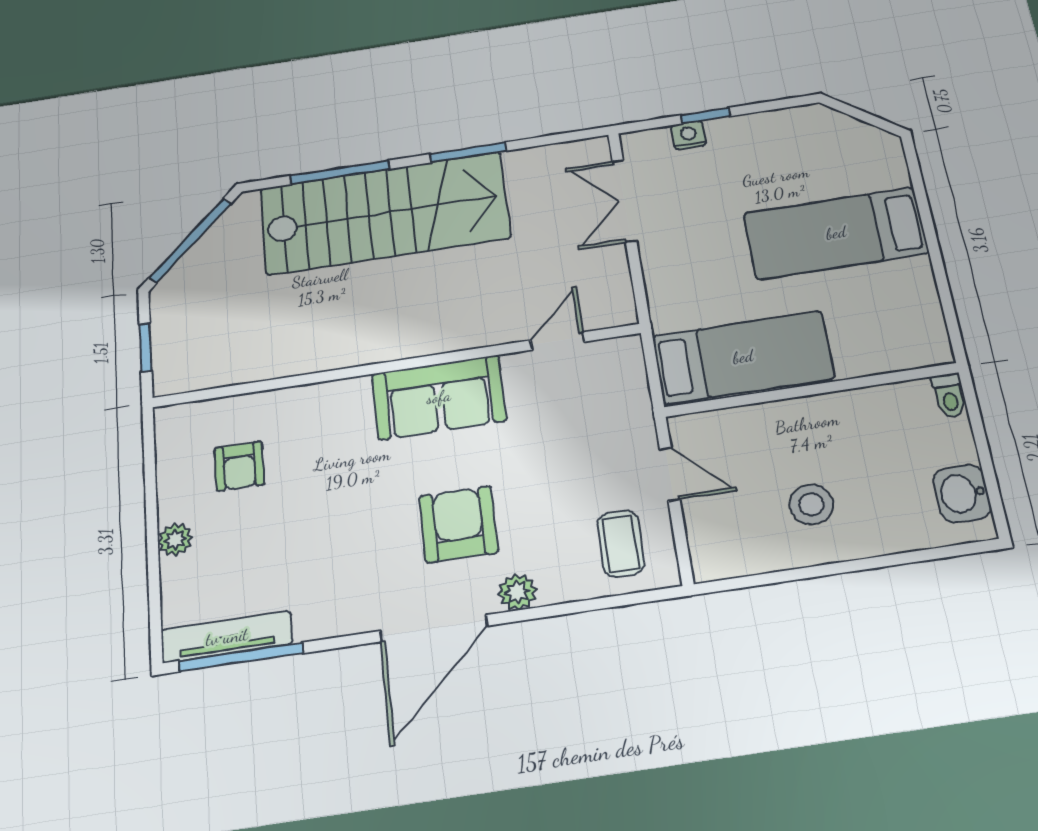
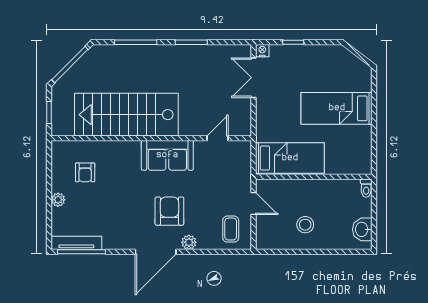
nightstand: (689, 135) -> (262, 51), moved
stairs: (384, 213) -> (126, 115), moved, turned 180

